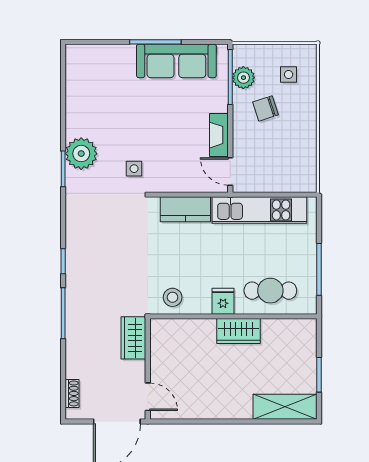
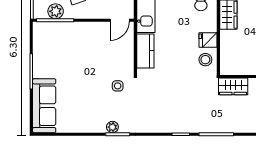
sofa: (176, 61) -> (44, 106), moved
fireplace: (219, 135) -> (95, 28), removed
plant: (81, 154) -> (112, 127), width x0.53, depth x0.53
fridge: (223, 301) -> (208, 40), moved

